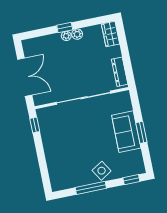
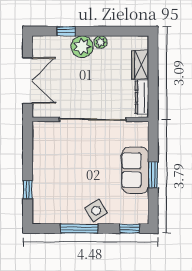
window: (65, 28) -> (66, 31), moved
wardrobe: (110, 34) -> (140, 65), moved
plant: (66, 36) -> (82, 47), width x1.88, depth x1.88
window: (35, 125) -> (28, 190), moved

